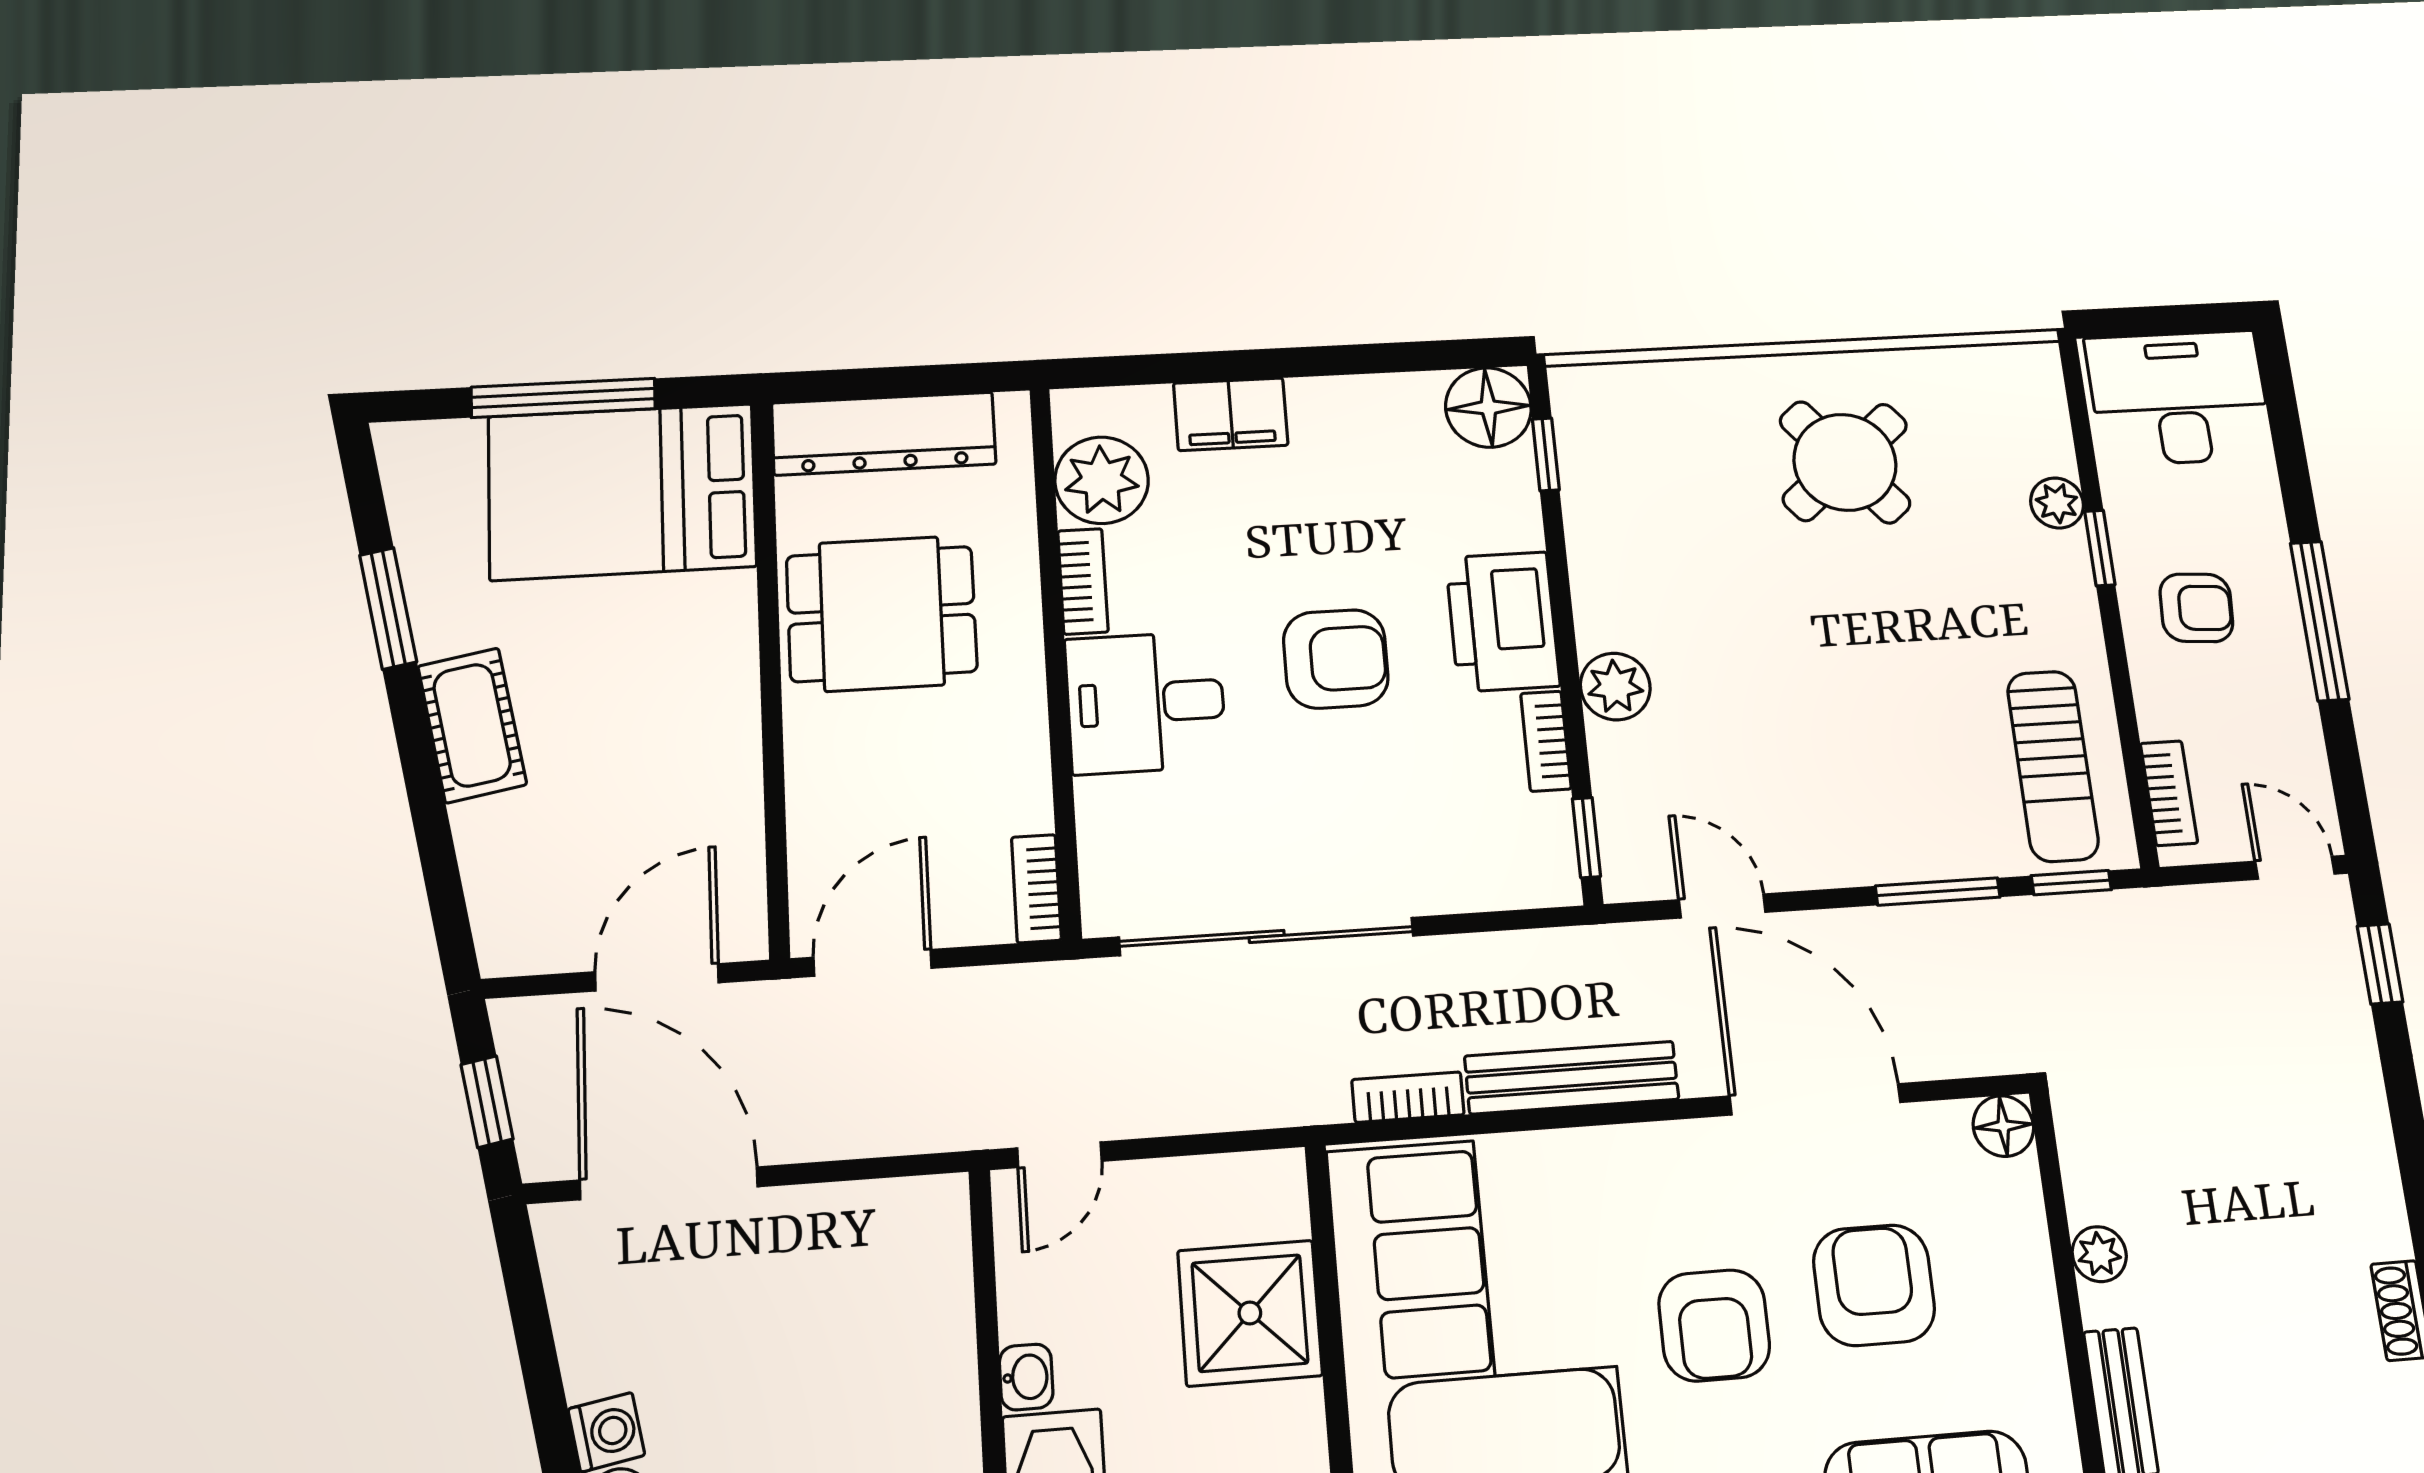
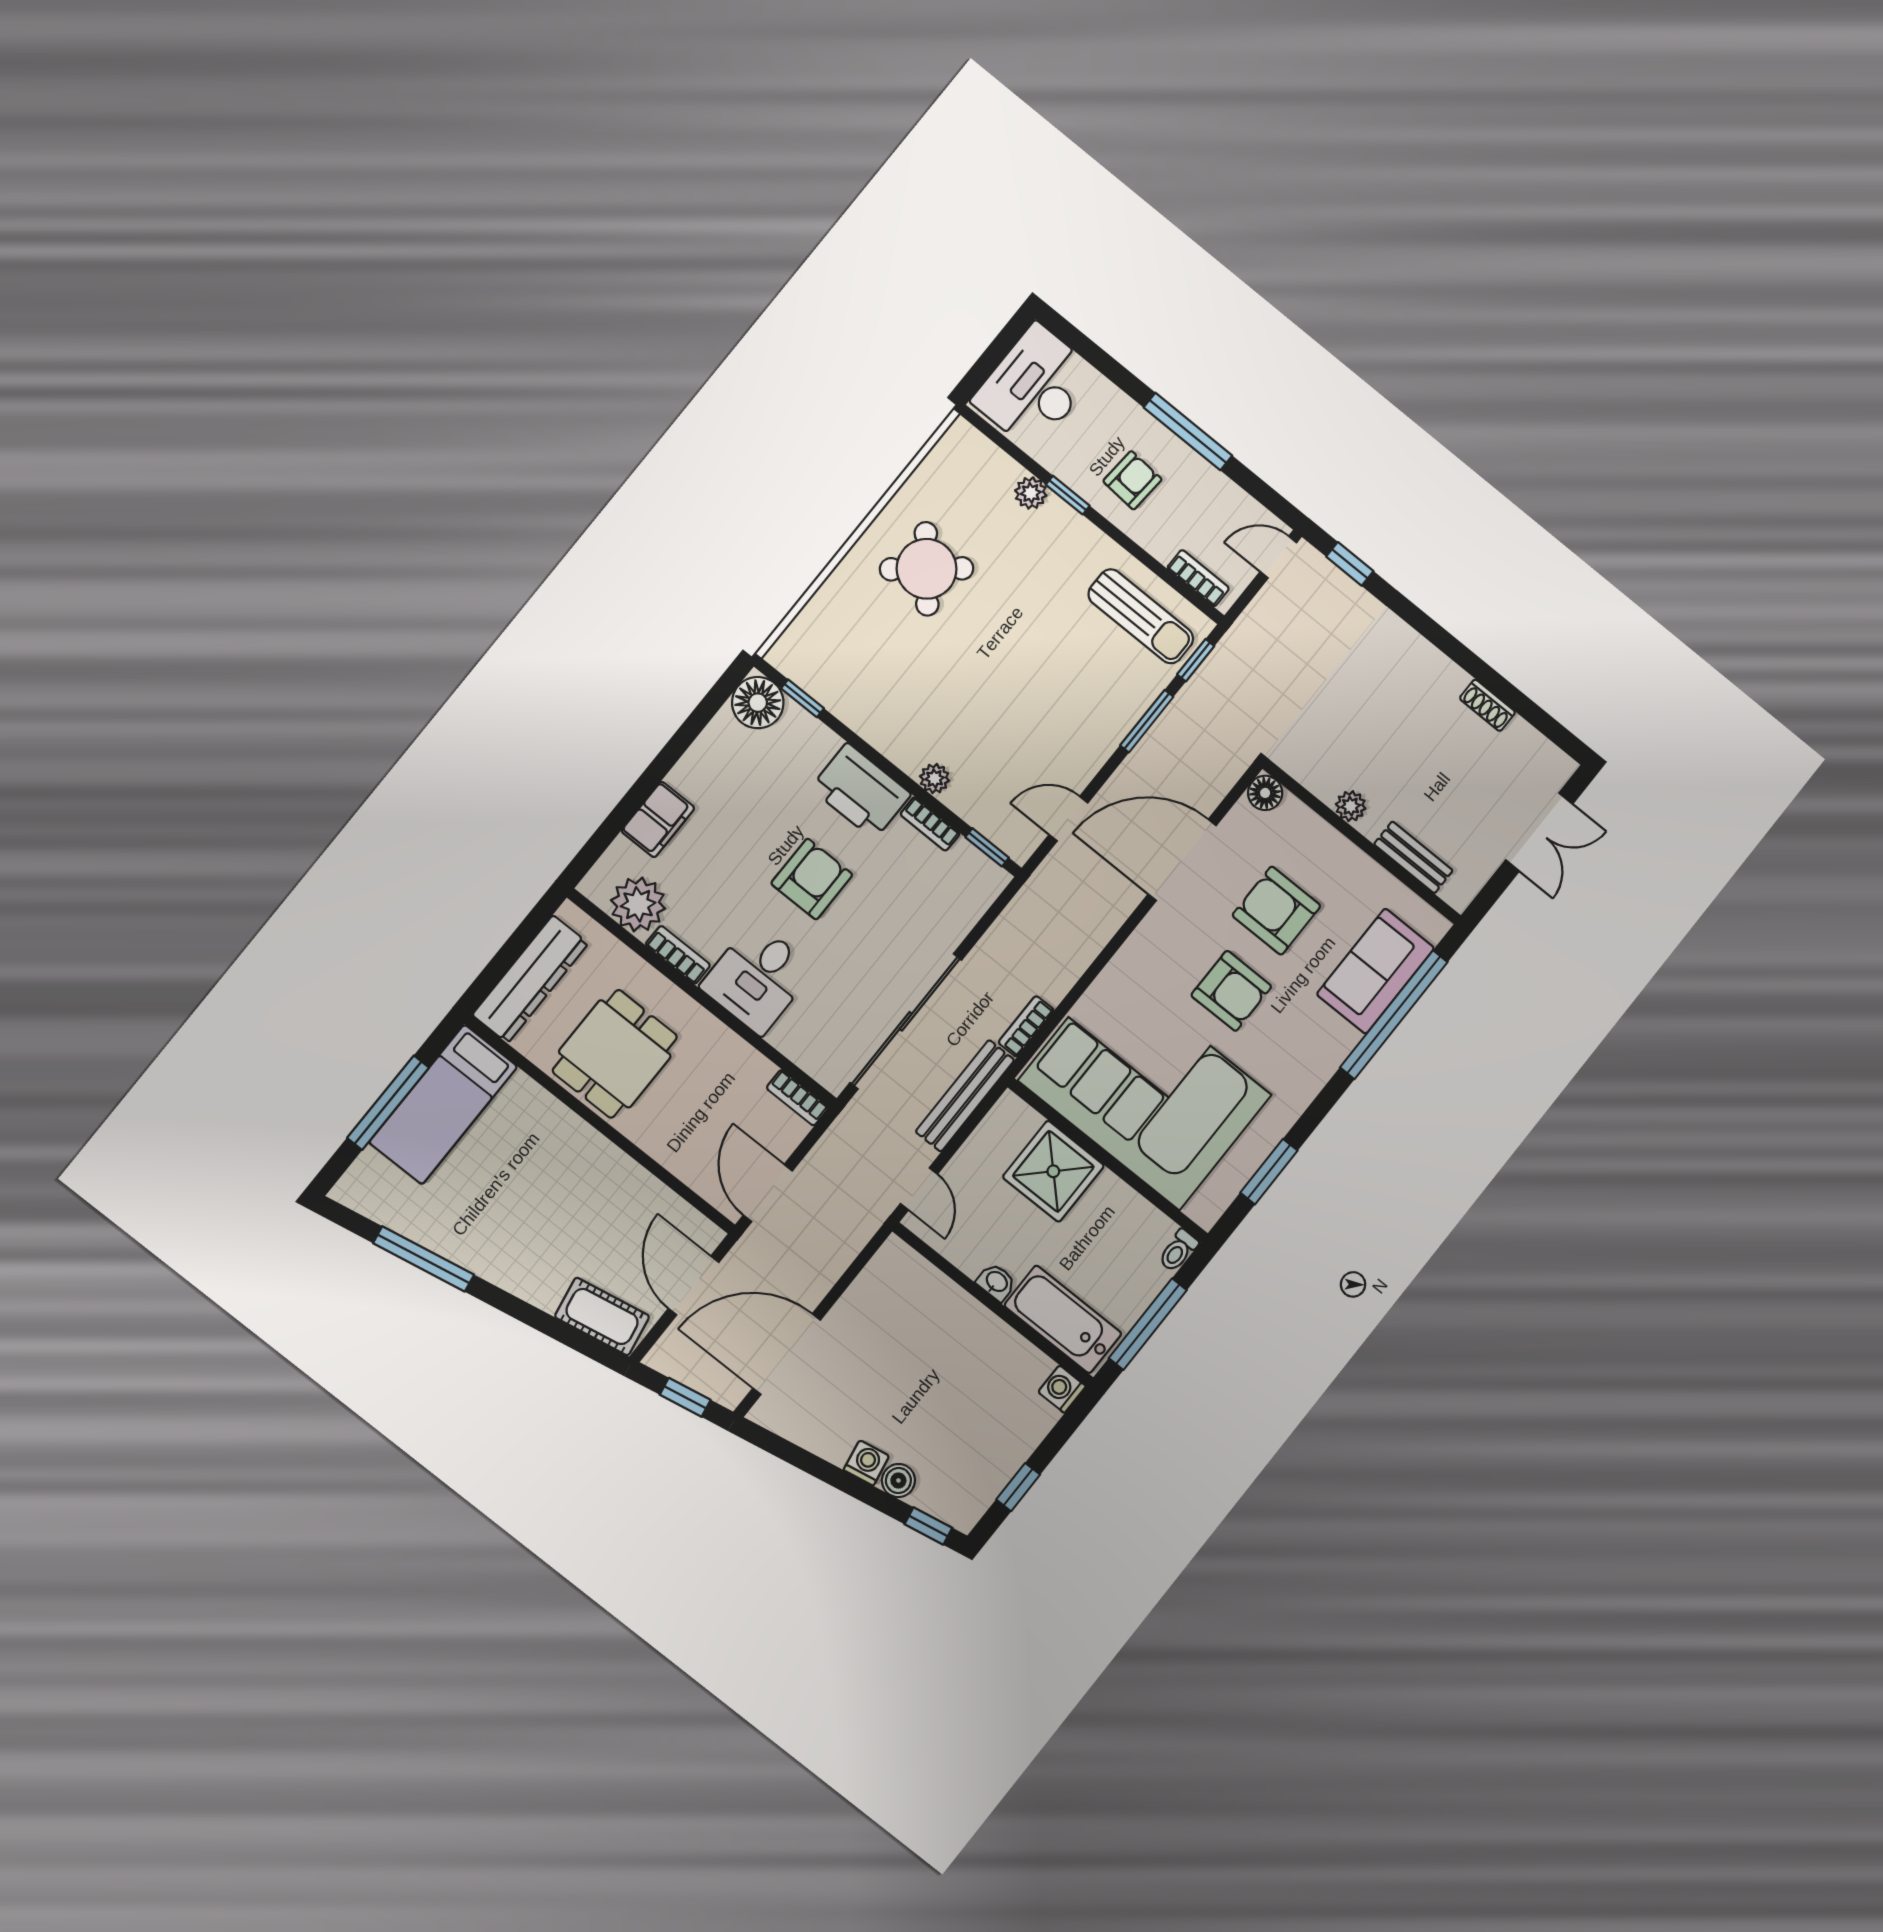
bed: (622, 491) -> (443, 1104), width x0.67
window: (388, 608) -> (424, 1259), width x1.44
plant: (1615, 687) -> (935, 778), width x0.73, depth x0.73
cot: (472, 725) -> (602, 1316), moved
bench: (1572, 1078) -> (965, 1096), moved

